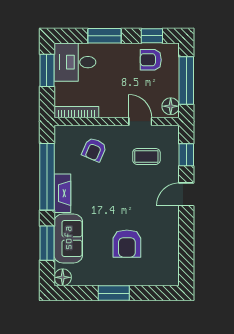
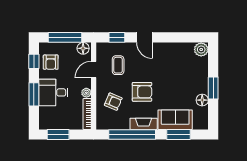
desk: (75, 62) -> (53, 92), moved, turned 90
plant: (107, 111) -> (86, 93), added
armchair: (127, 244) -> (142, 92), moved
plant: (169, 276) -> (201, 49), added
floor lamp: (63, 277) -> (202, 100), moved

